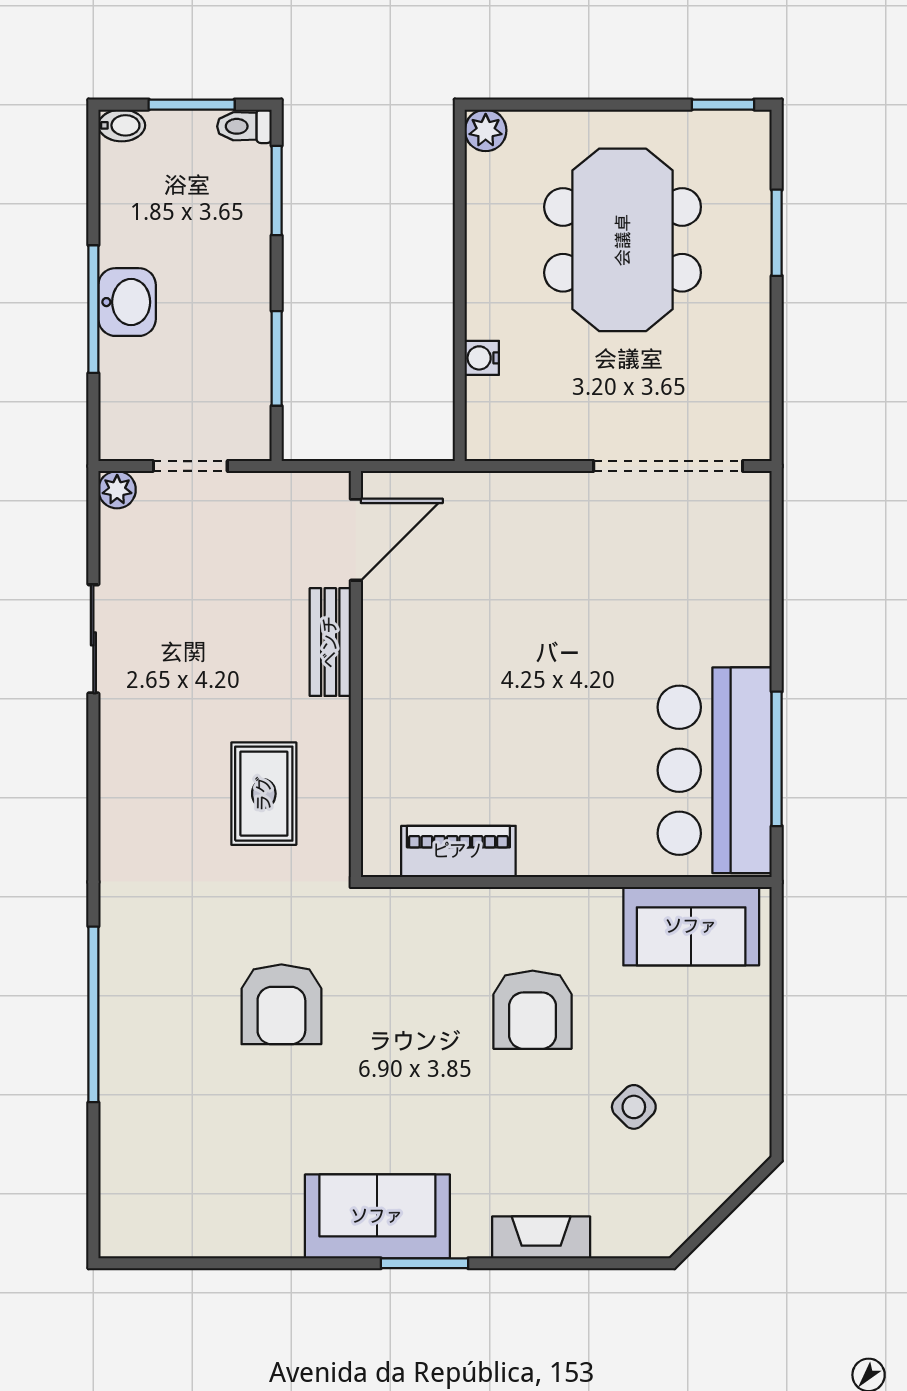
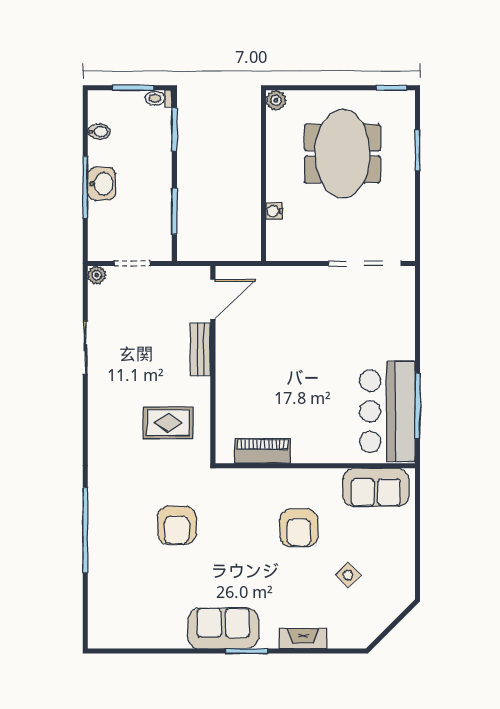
bidet: (122, 125) -> (99, 132), moved
rug: (264, 794) -> (168, 423), turned 90

